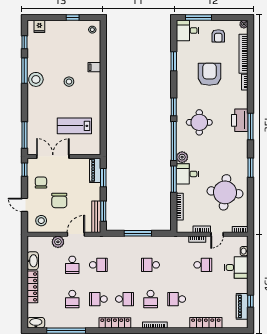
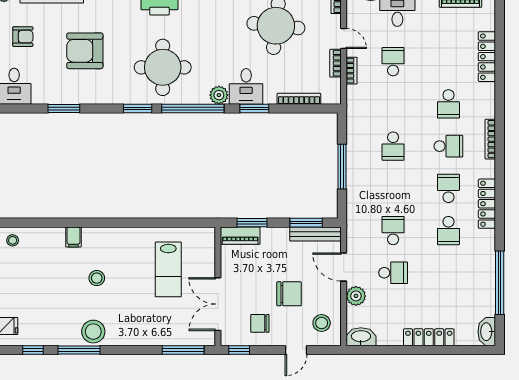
round table: (199, 122) -> (163, 67), width x1.36, depth x1.36
window: (174, 179) -> (254, 109), width x0.69
washbasin: (33, 261) -> (361, 337), moved
school desk: (72, 299) -> (448, 273), removed

